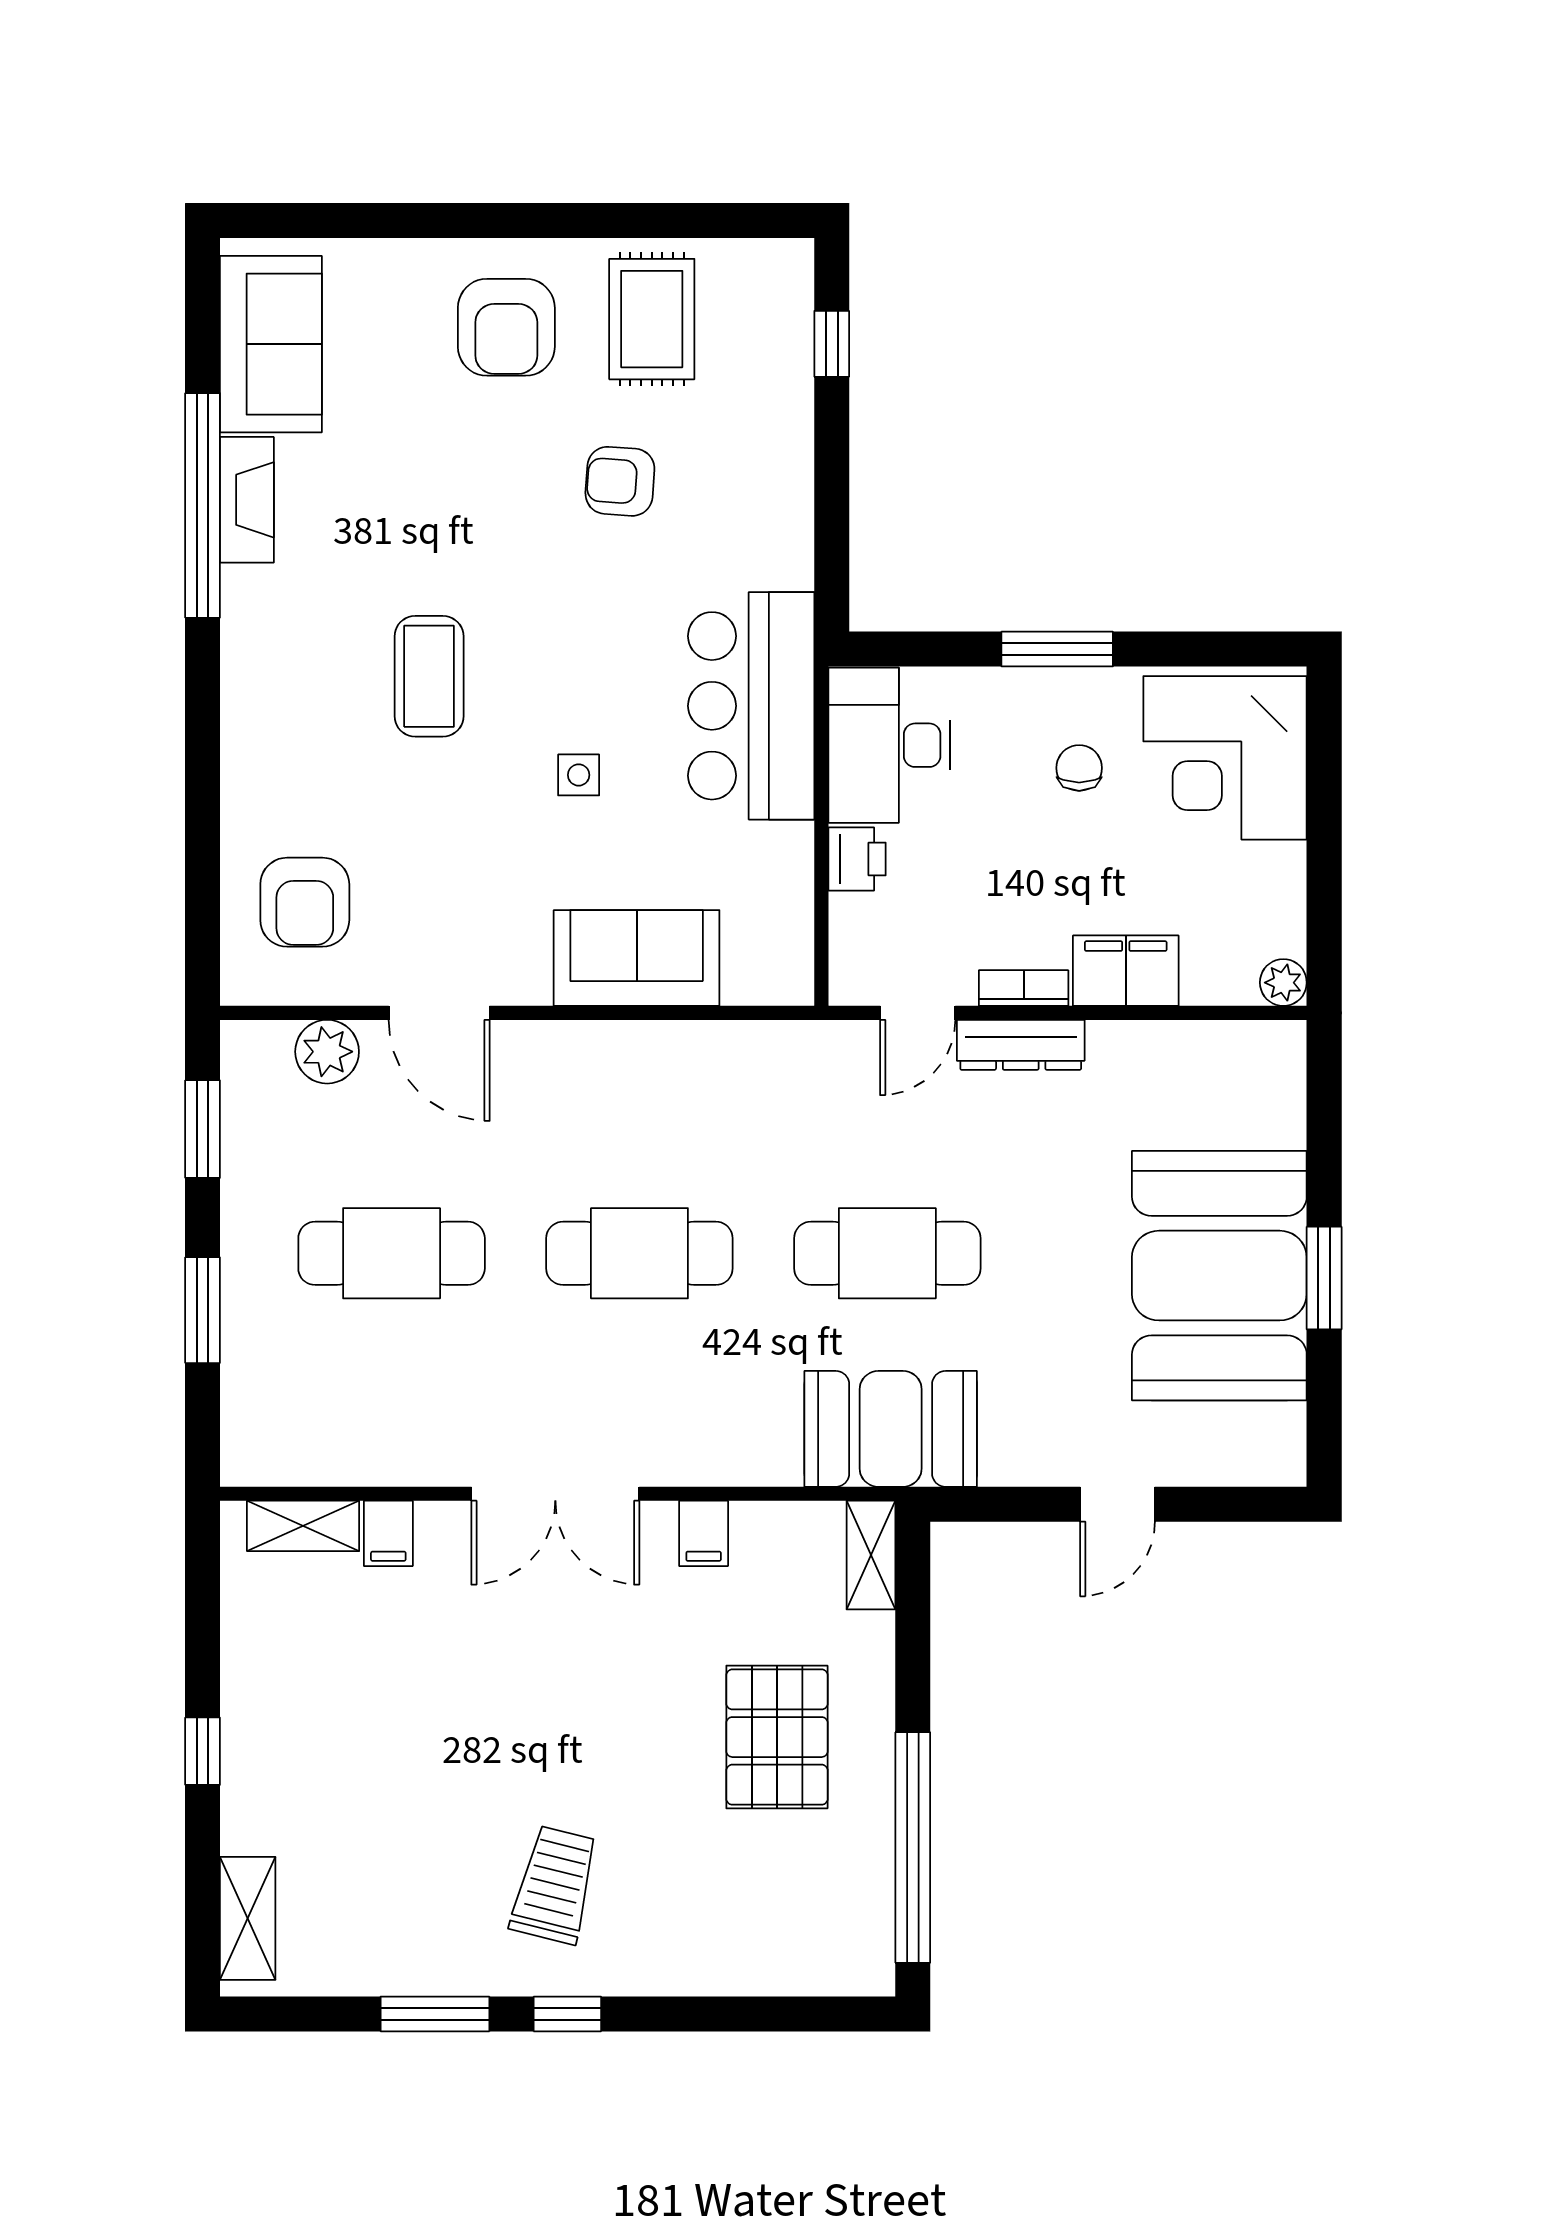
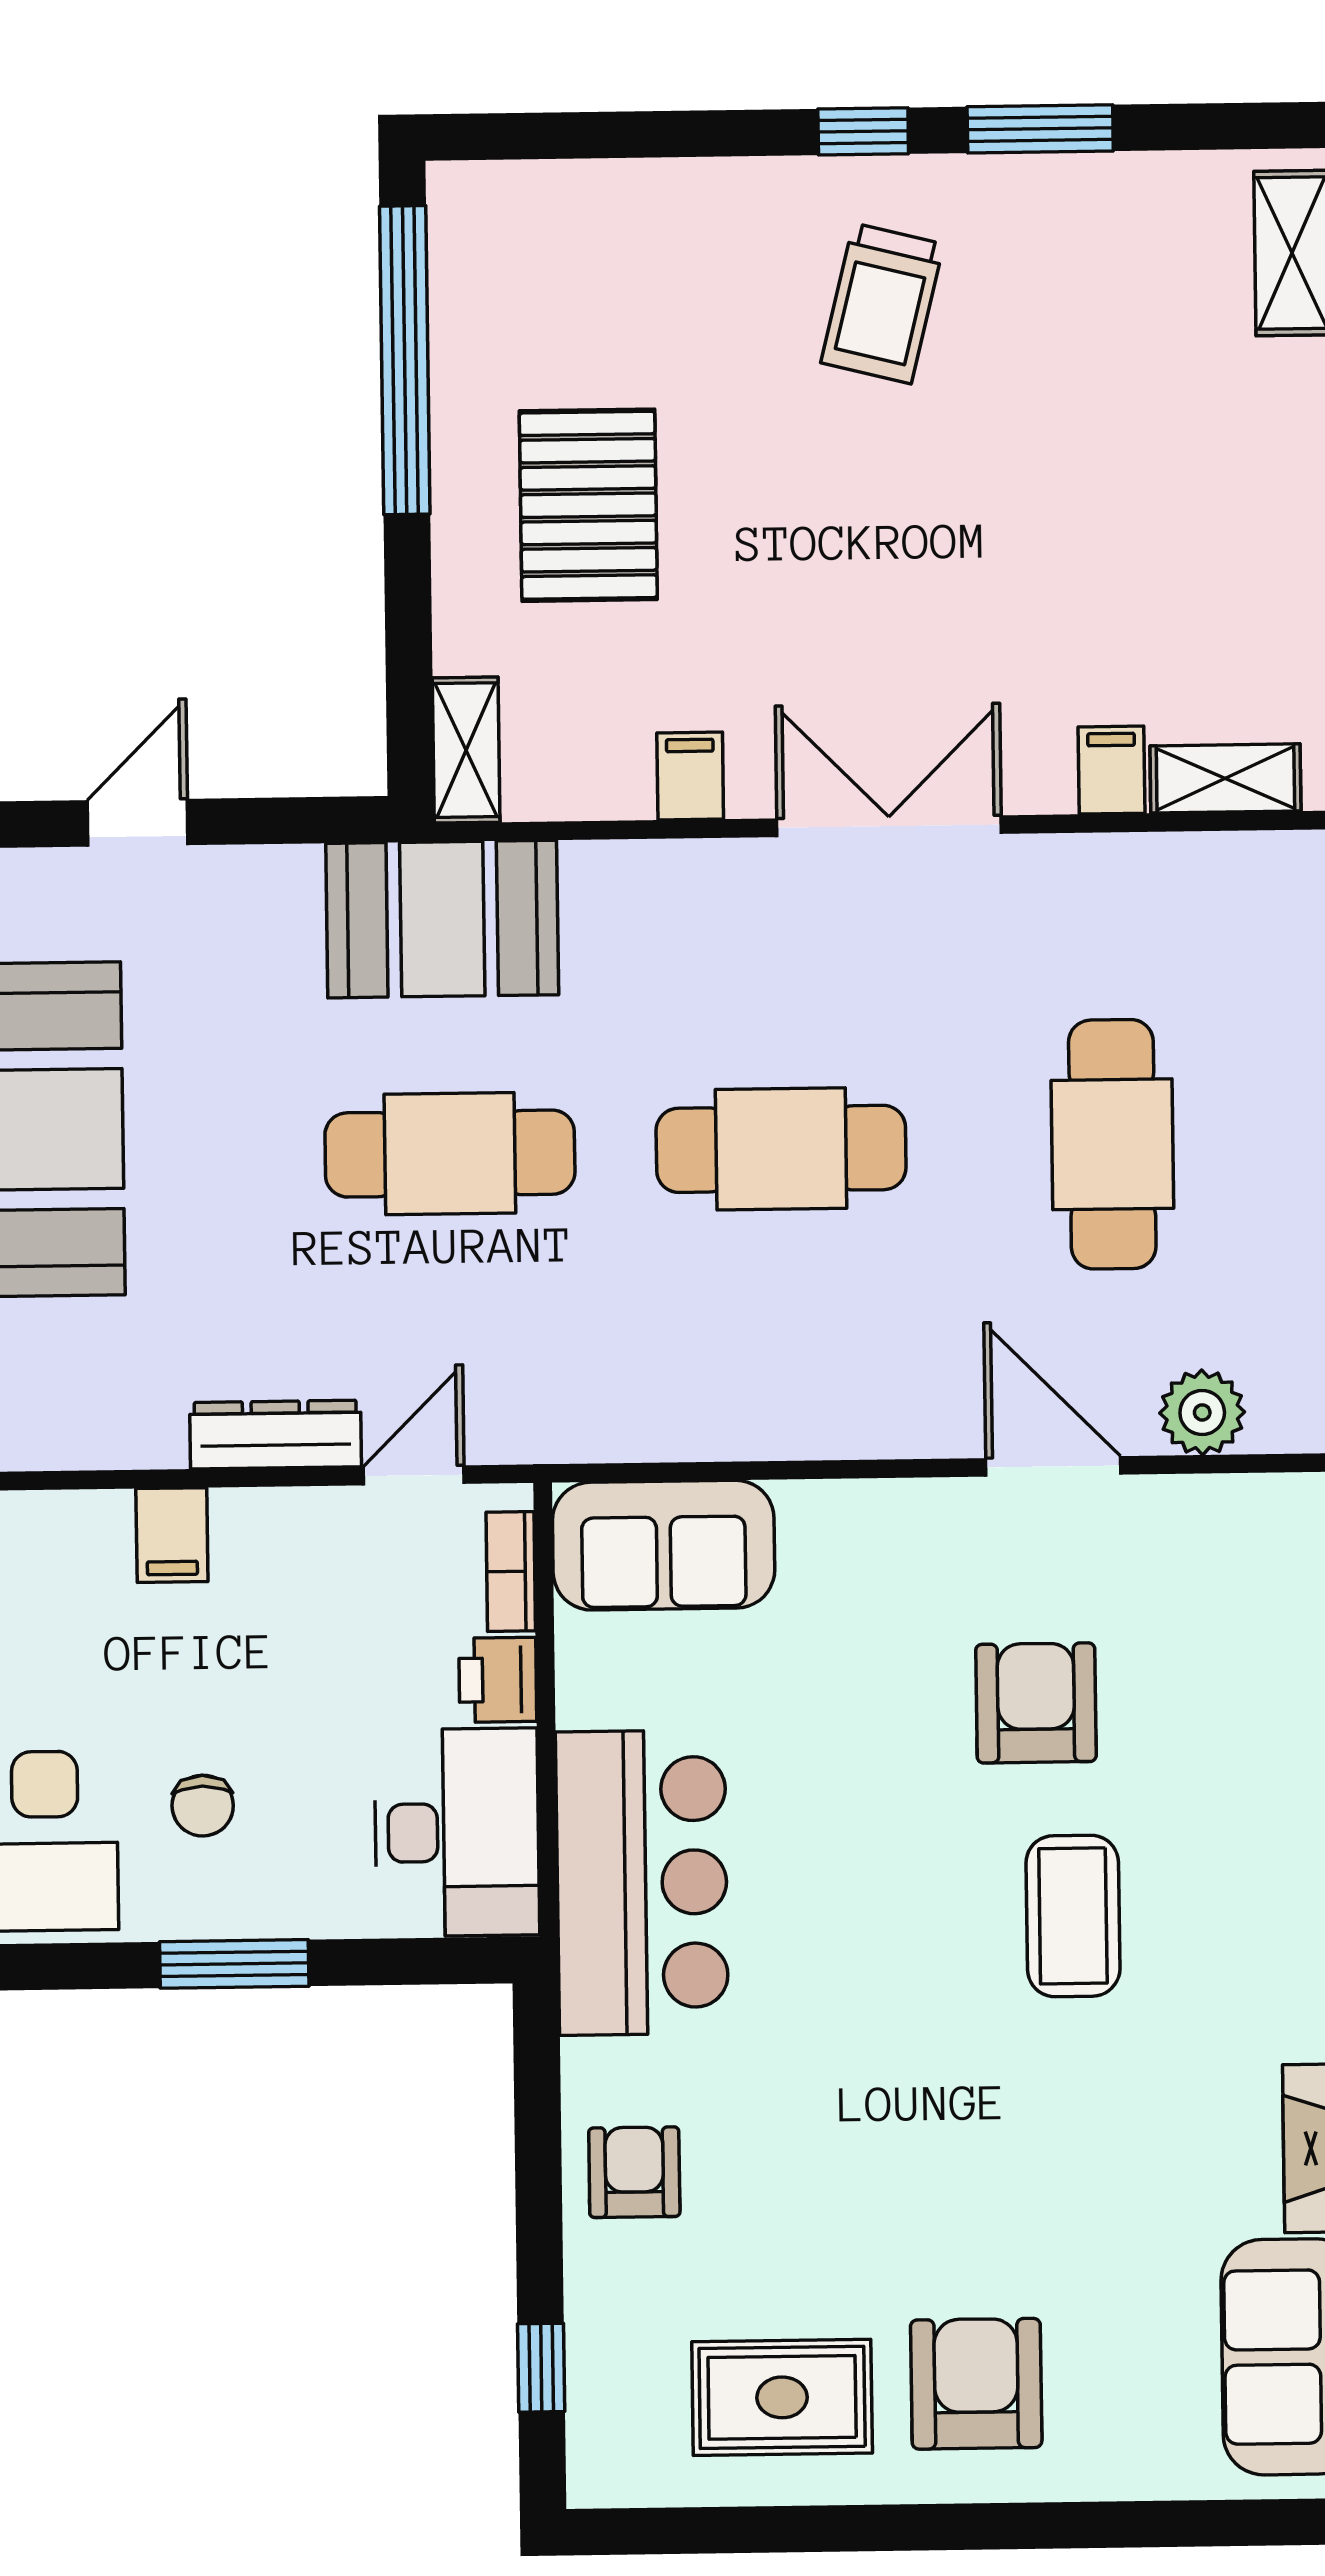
rug: (652, 319) -> (782, 2397), turned 90
armchair: (620, 481) -> (634, 2172), moved, turned -94
side table: (579, 775) -> (871, 1787), removed
armchair: (305, 902) -> (1036, 1703), moved
sofa: (637, 958) -> (664, 1545), moved
filing cabinet: (1126, 971) -> (172, 1535), width x0.50
bookcase: (1024, 988) -> (511, 1571), moved, turned 90
cafe table: (392, 1253) -> (1112, 1144), turned 90

